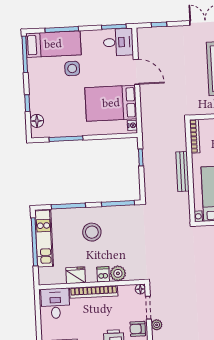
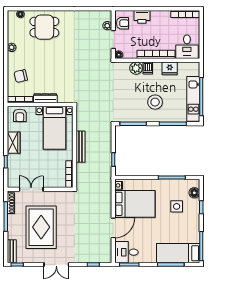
side table: (72, 68) -> (177, 206), moved
door: (136, 72) -> (113, 228), swing flipped

